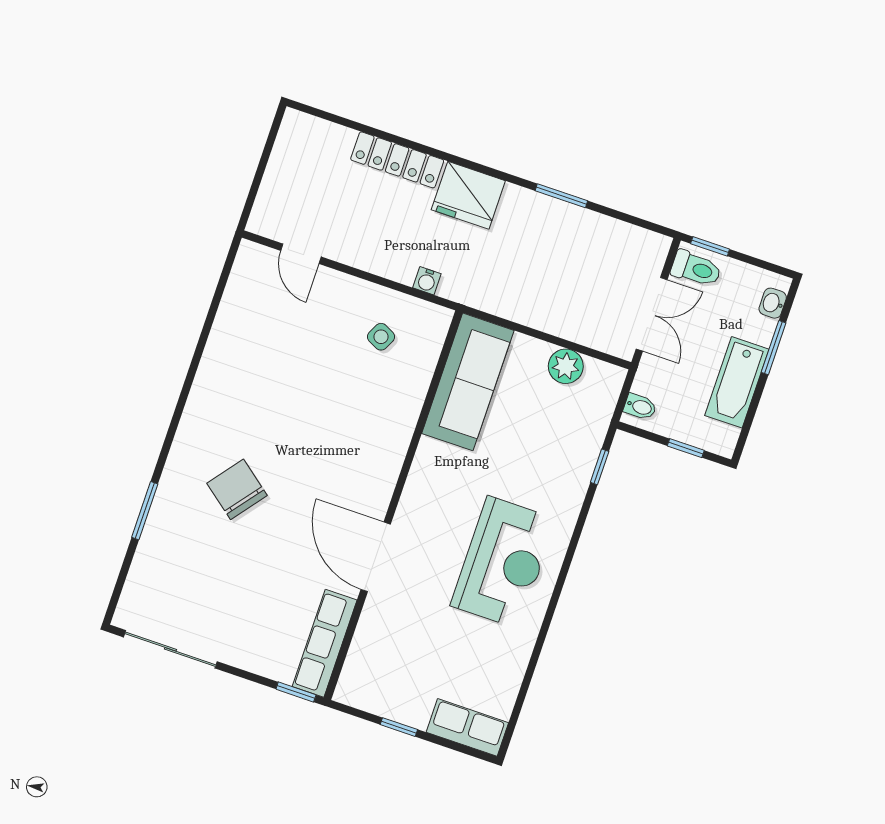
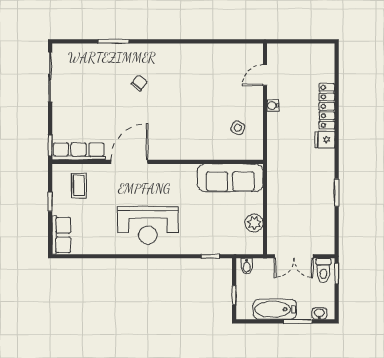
fridge: (468, 195) -> (325, 140), width x0.53, depth x0.75
water cooler: (427, 281) -> (273, 105), moved
chair: (237, 489) -> (139, 83), width x0.54, depth x0.54
coffee table: (387, 664) -> (79, 185), added

